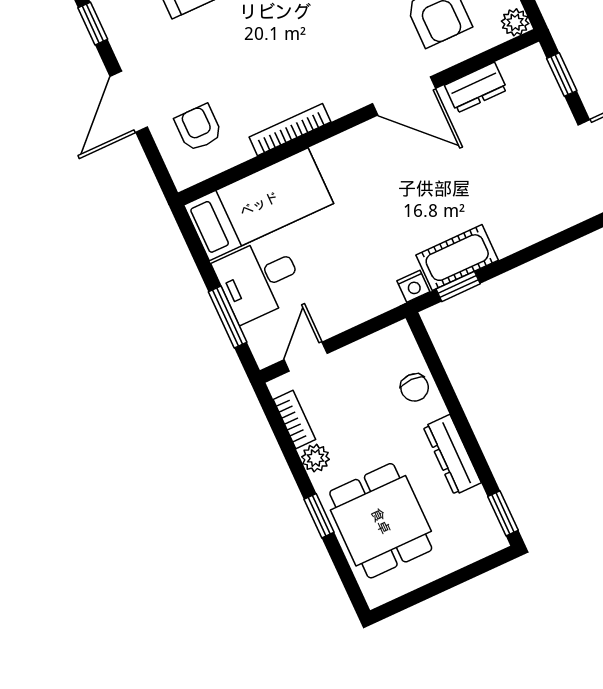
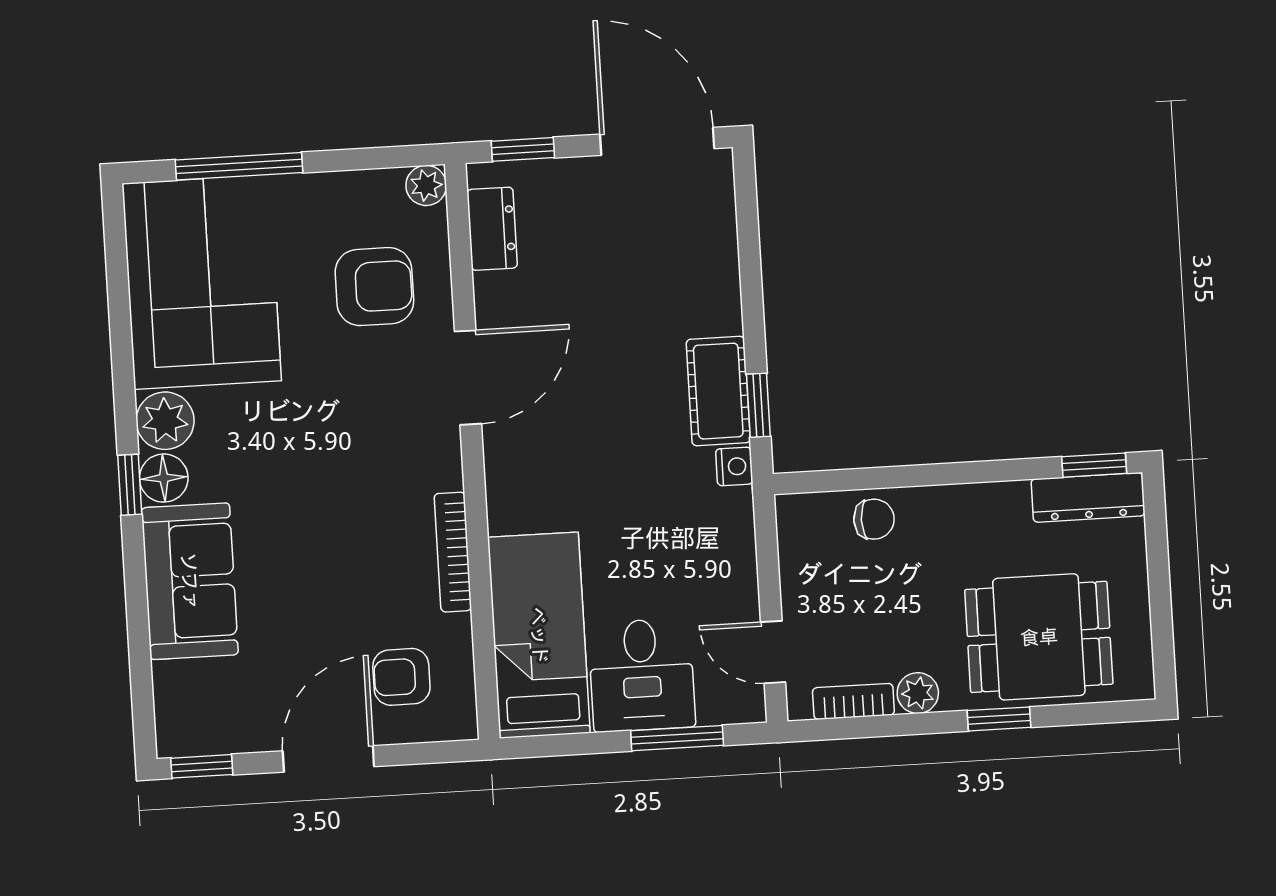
dresser: (476, 88) -> (492, 229), moved
door: (129, 102) -> (328, 759), swing flipped
dresser: (452, 455) -> (1088, 497), moved

